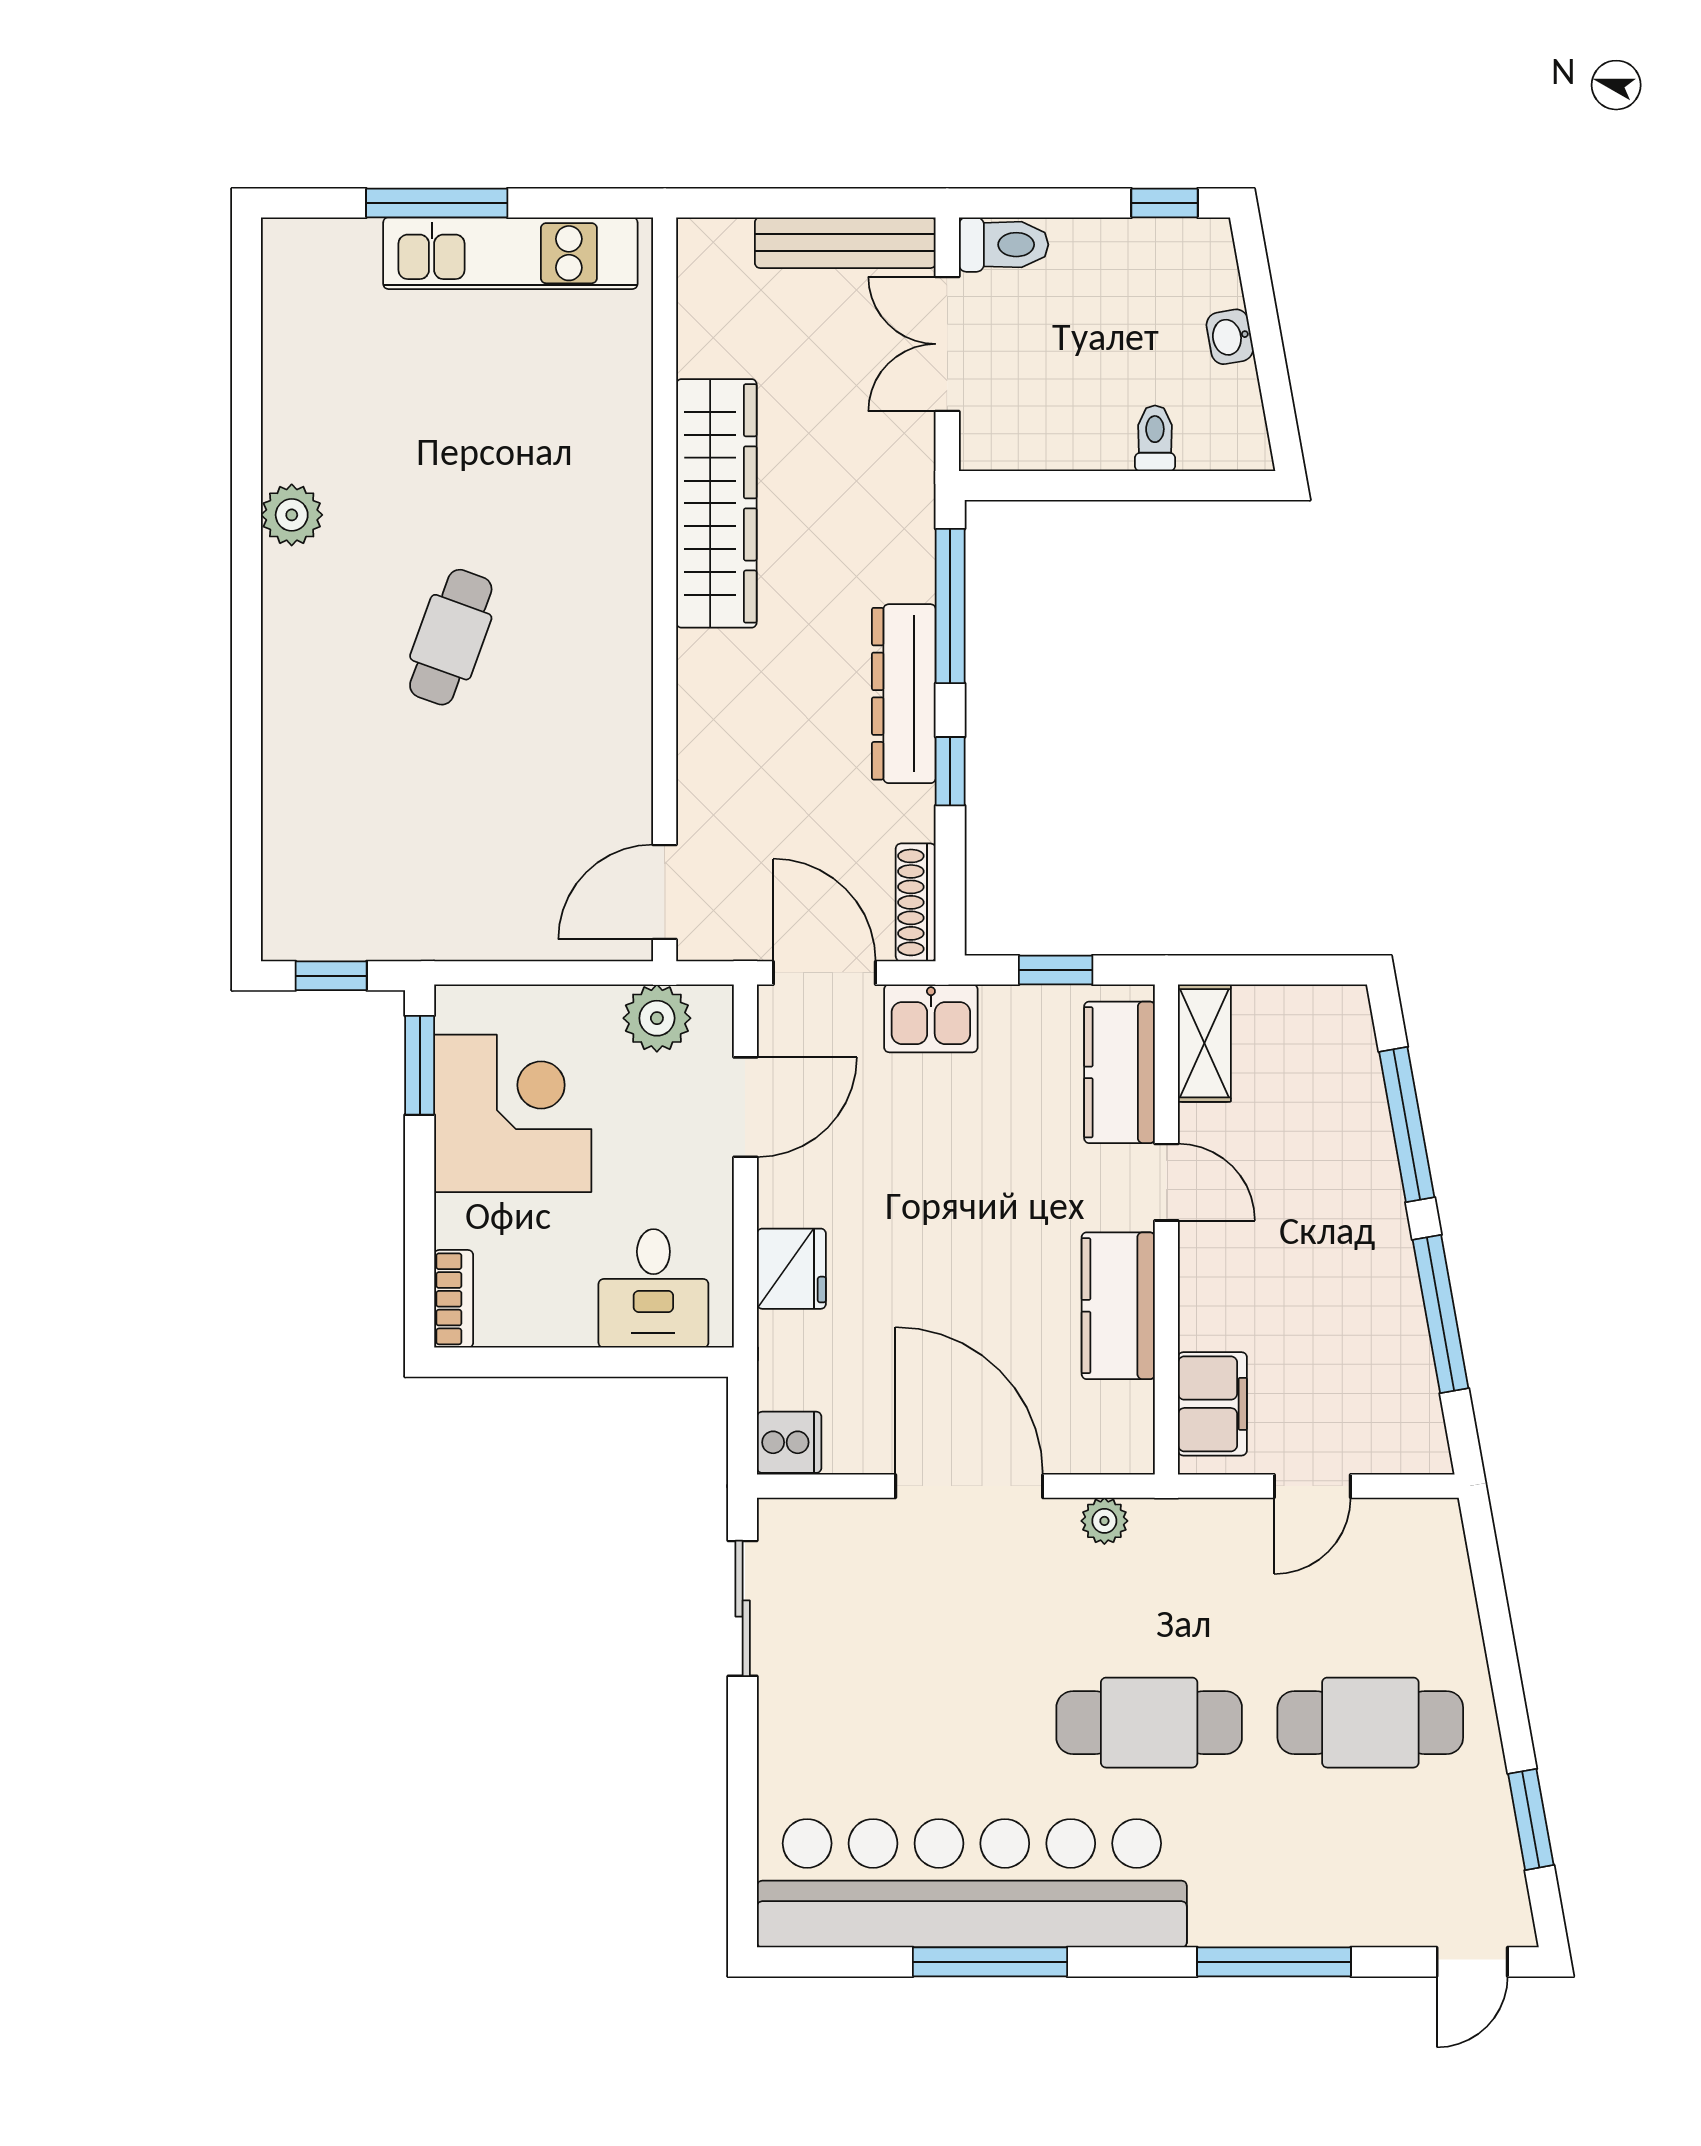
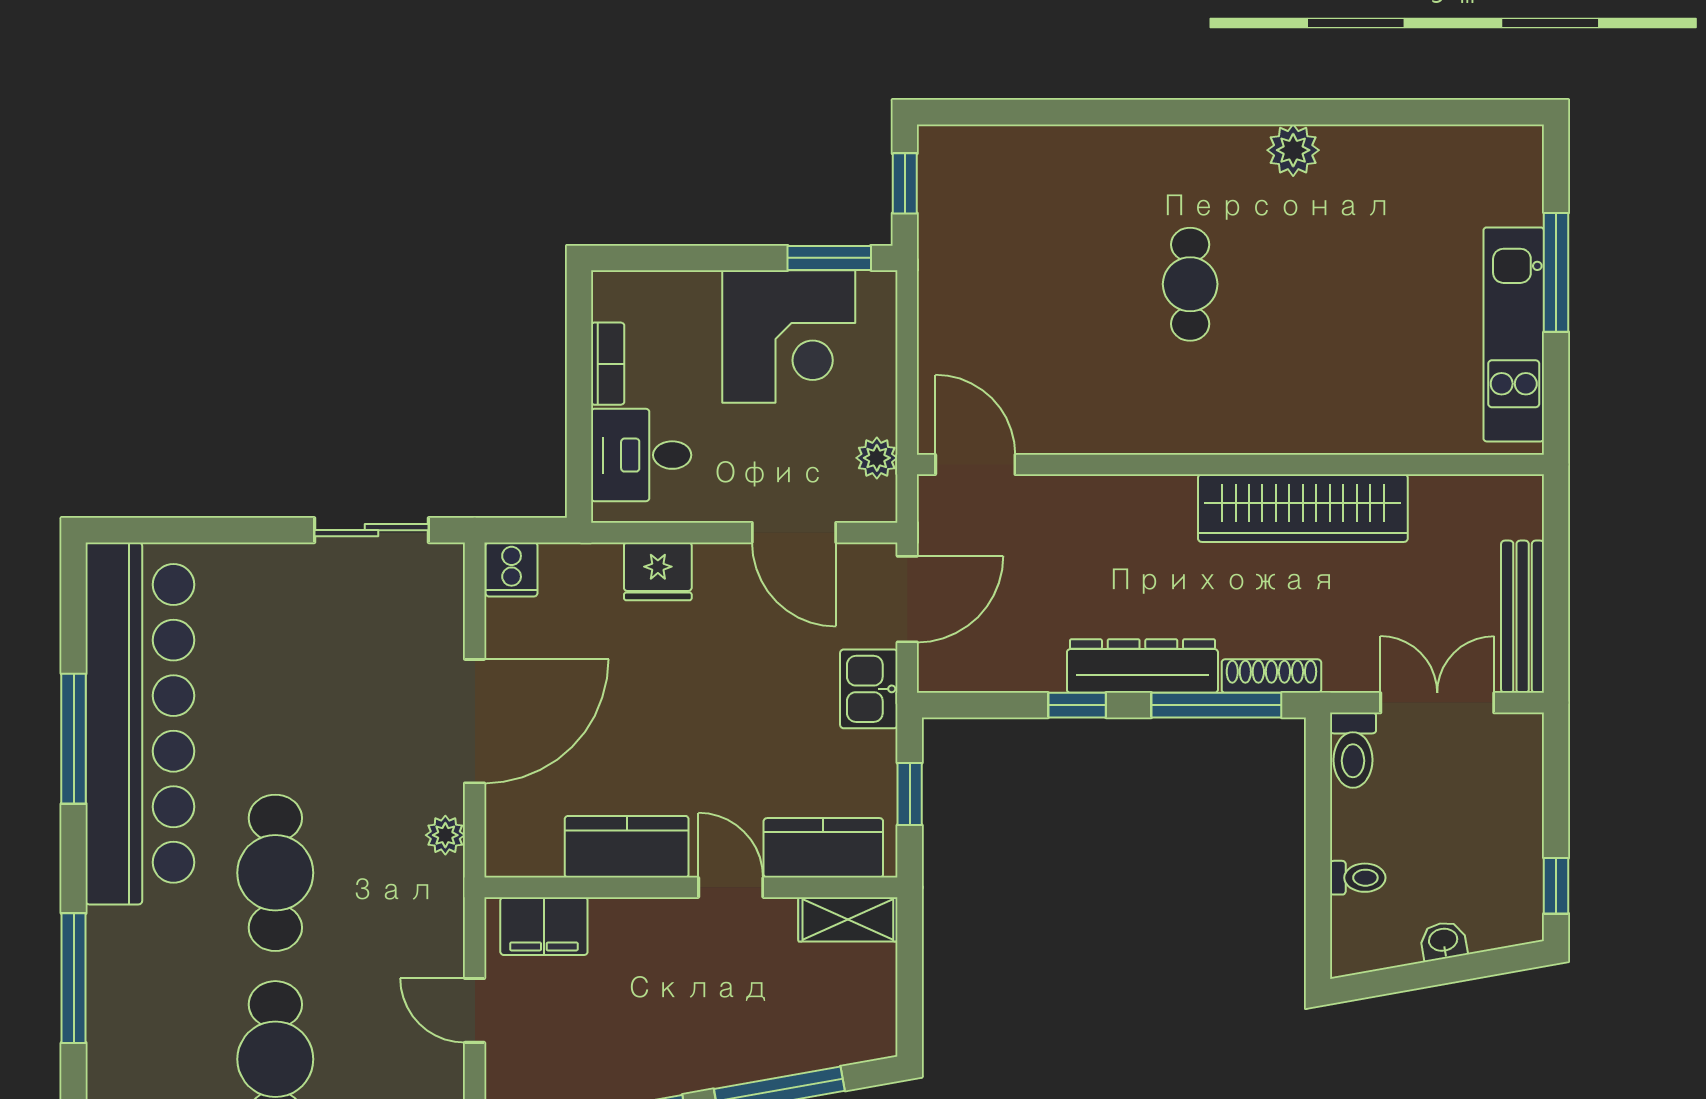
toilet: (1004, 245) -> (1353, 750), moved
cafe table: (451, 637) -> (1190, 284), turned 70
shoe rack: (916, 902) -> (1271, 676), moved
plant: (657, 1018) -> (877, 458), width x0.73, depth x0.73
door: (1166, 1182) -> (731, 887), swing flipped
bookcase: (454, 1299) -> (608, 364), moved, turned -90

